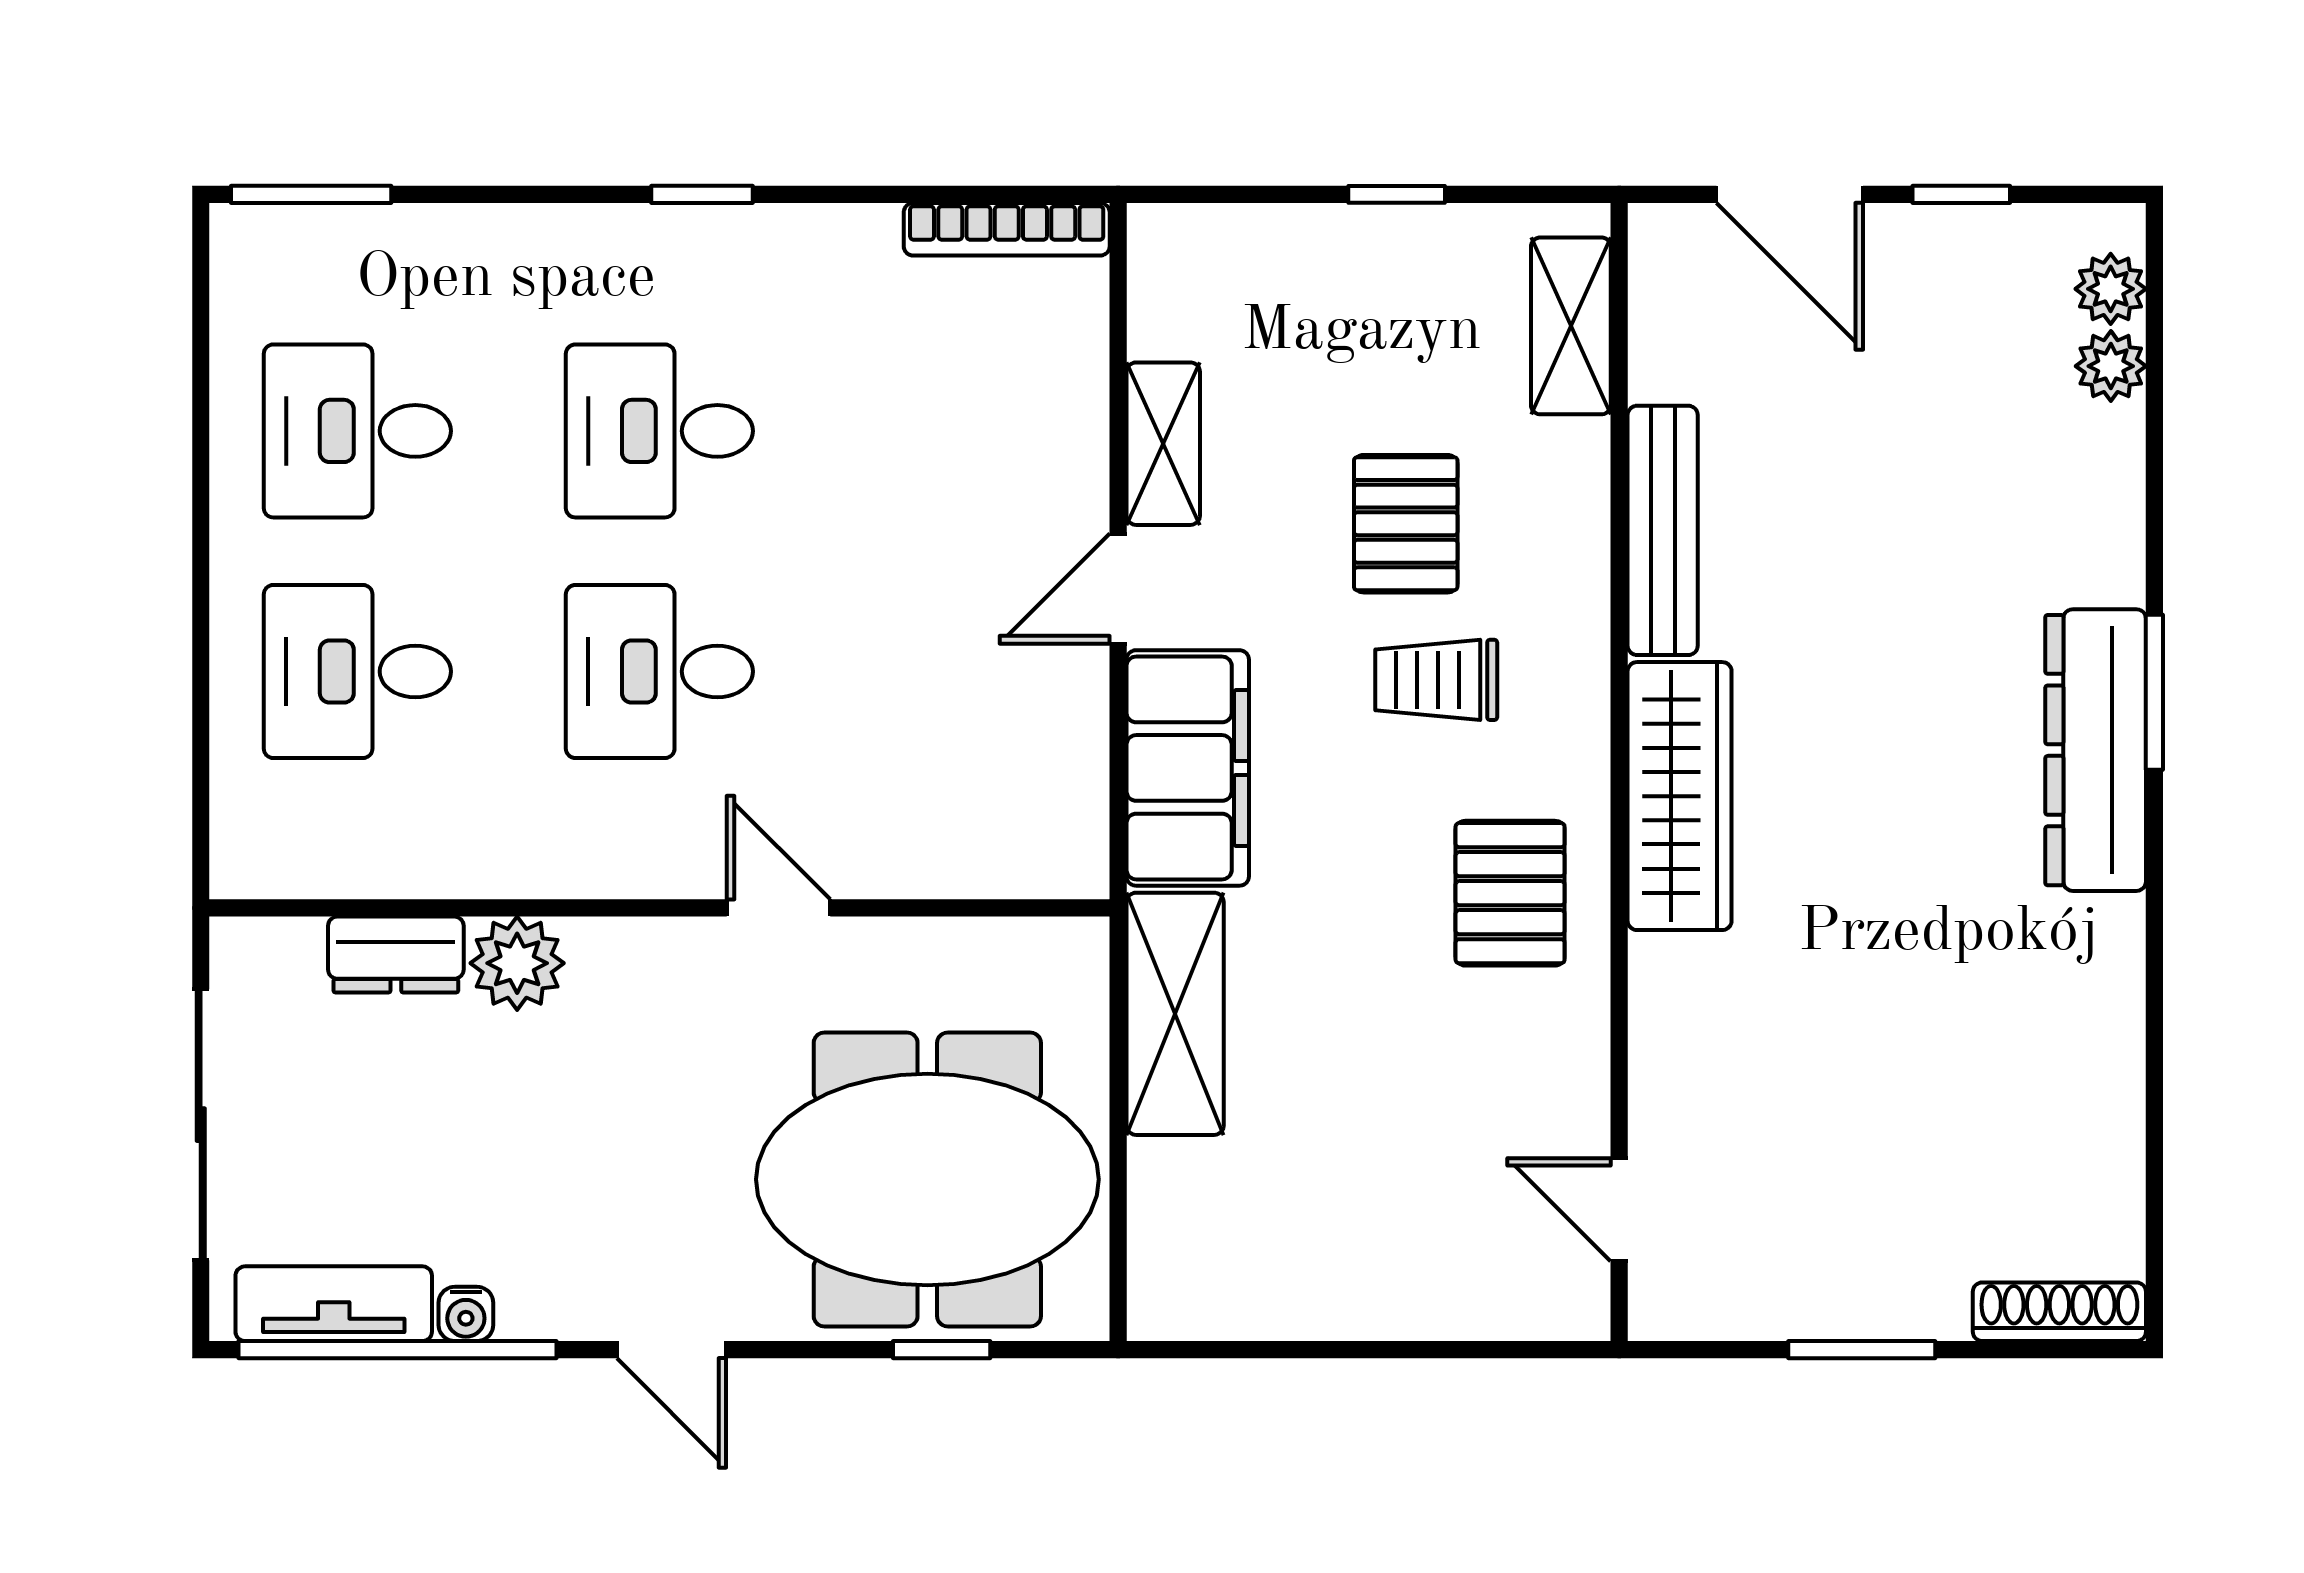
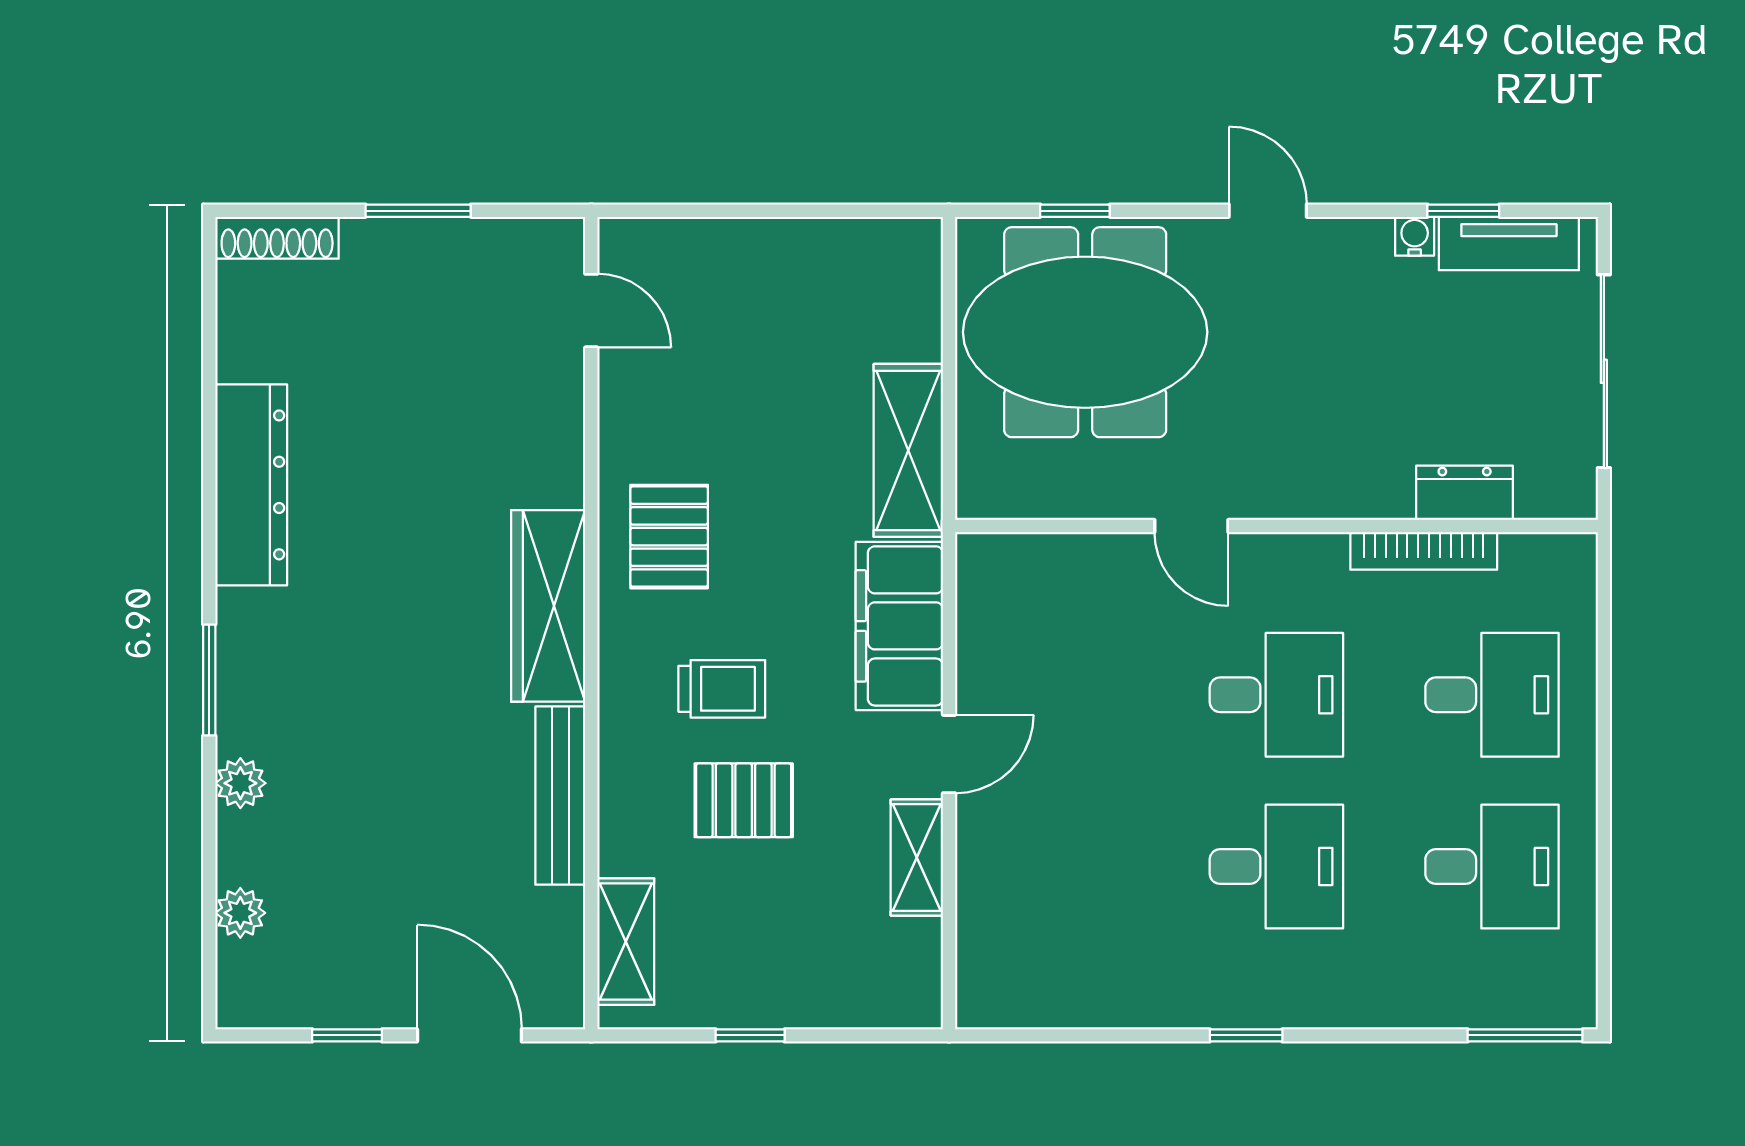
bookcase: (1007, 229) -> (1424, 551), moved, turned 180
plant: (2111, 289) -> (240, 783), moved
pallet: (1406, 524) -> (744, 800), turned 90
dresser: (2096, 750) -> (251, 485), moved
plant: (517, 963) -> (1378, 487), removed
window: (398, 1350) -> (1463, 211), width x0.32

